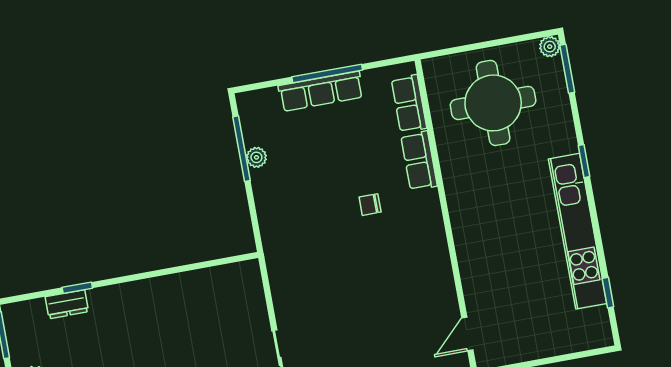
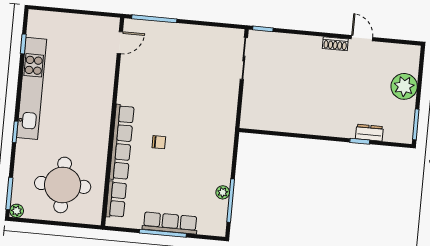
row of seats: (419, 161) -> (122, 142), width x2.02

